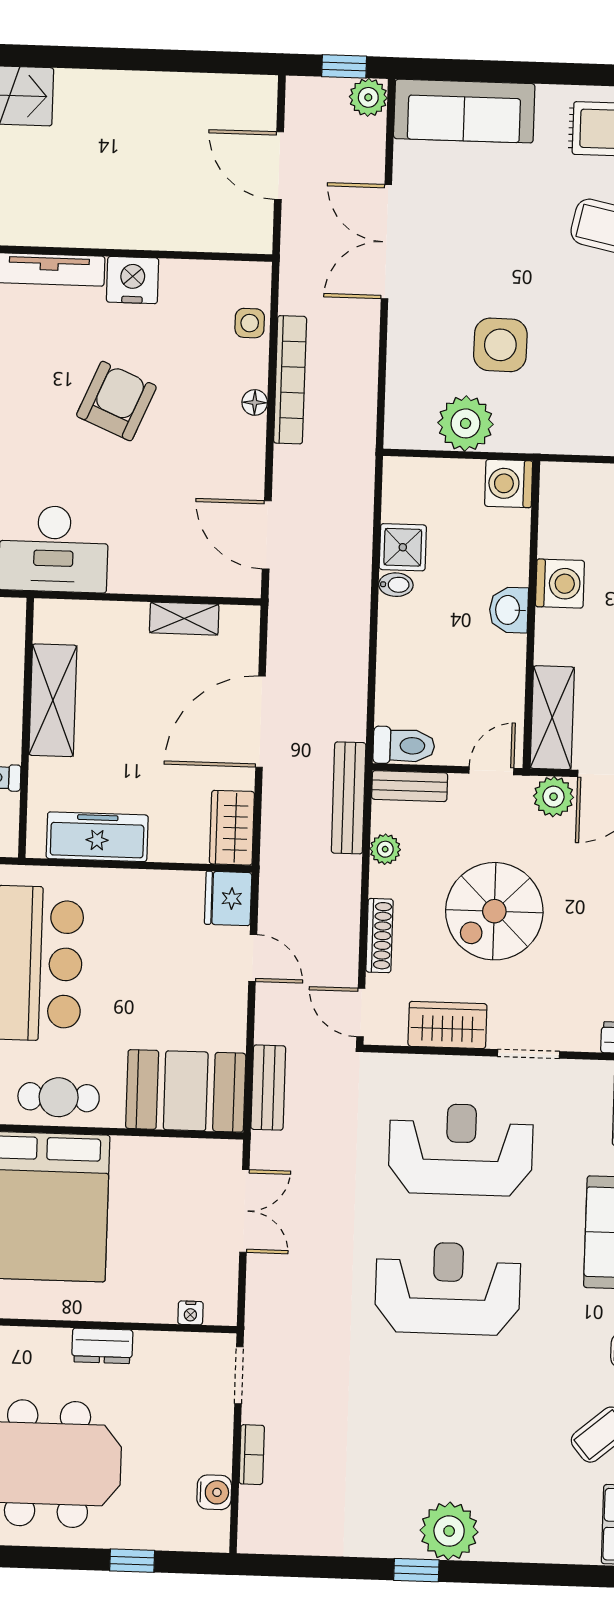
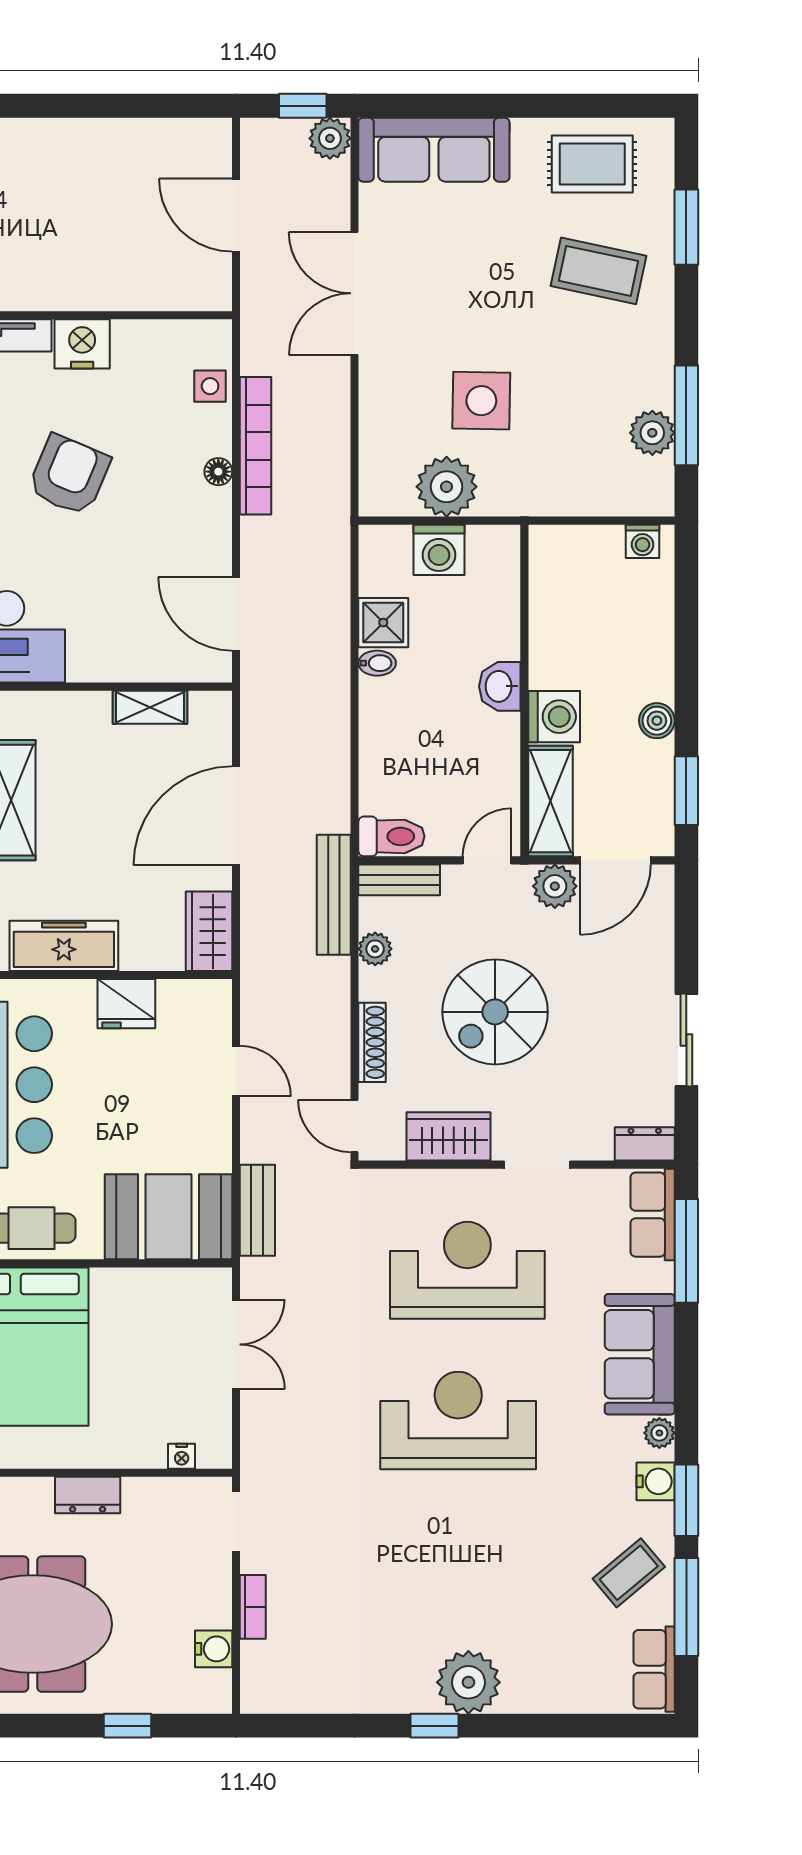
washing machine: (509, 483) -> (439, 550), moved, turned -90
washing machine: (560, 584) -> (554, 717), moved
fridge: (228, 898) -> (126, 1004), moved, turned -90

